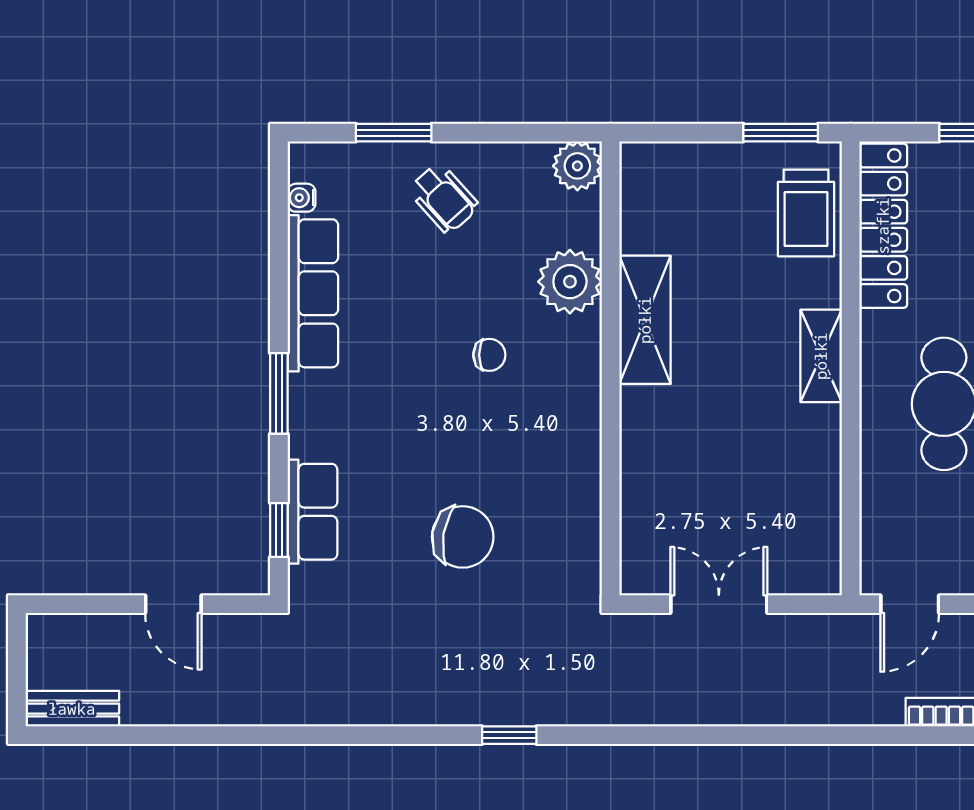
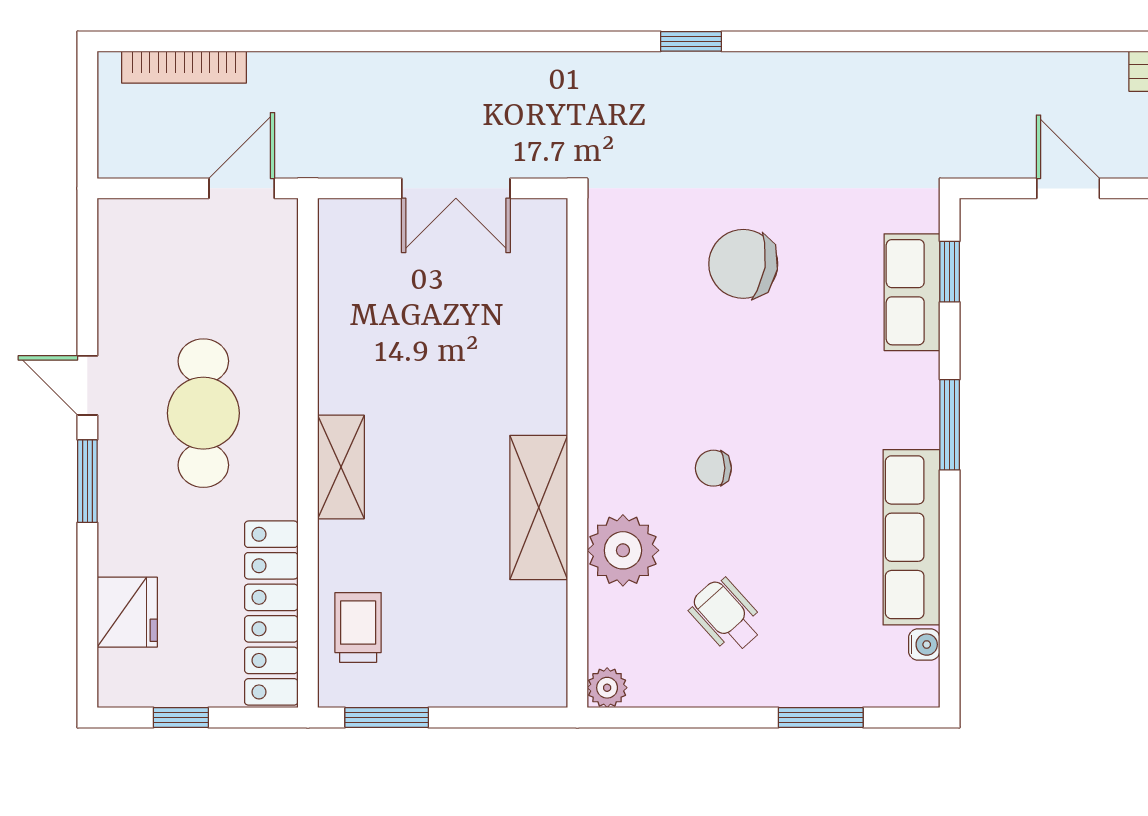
plant: (577, 166) -> (607, 688), width x0.73, depth x0.73
wheelchair: (444, 198) -> (726, 616), moved
trolley: (806, 213) -> (358, 627), width x0.73, depth x0.72

